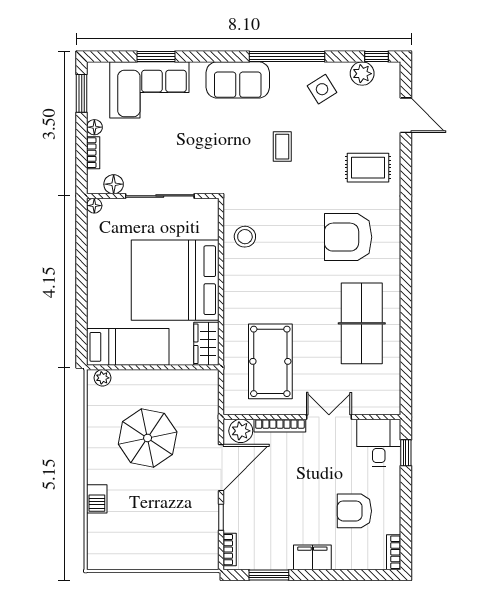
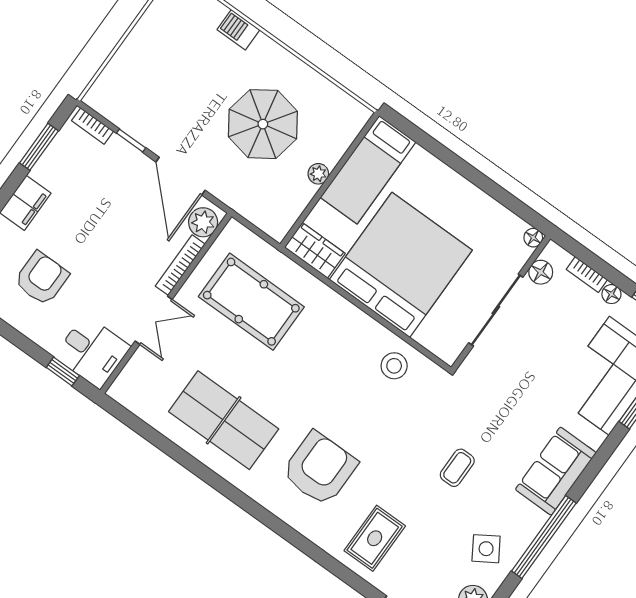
coffee table: (282, 147) -> (457, 468), turned 90
plant: (103, 378) -> (318, 174), moved

